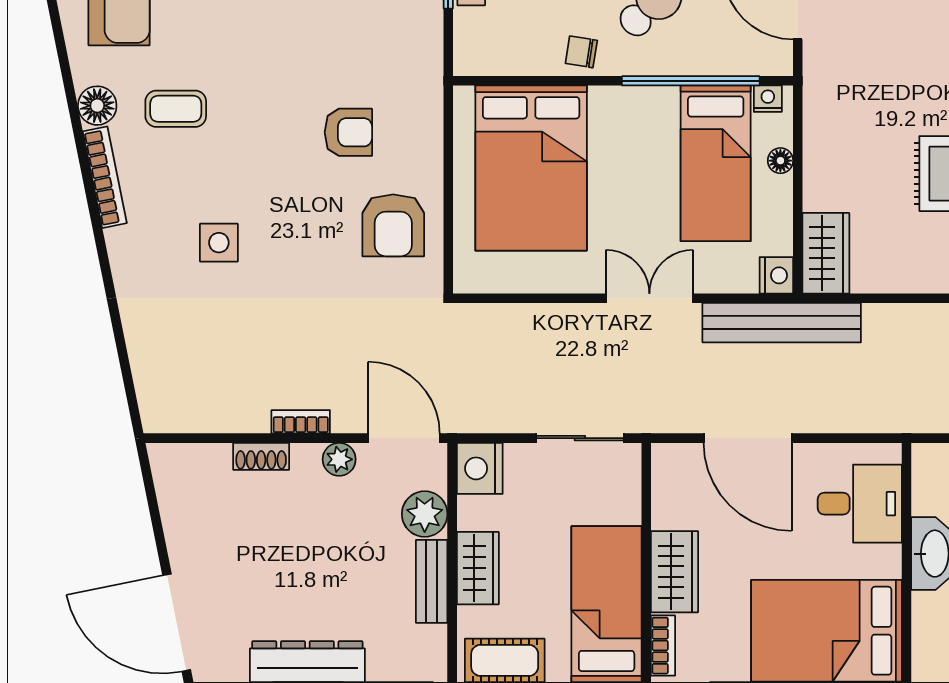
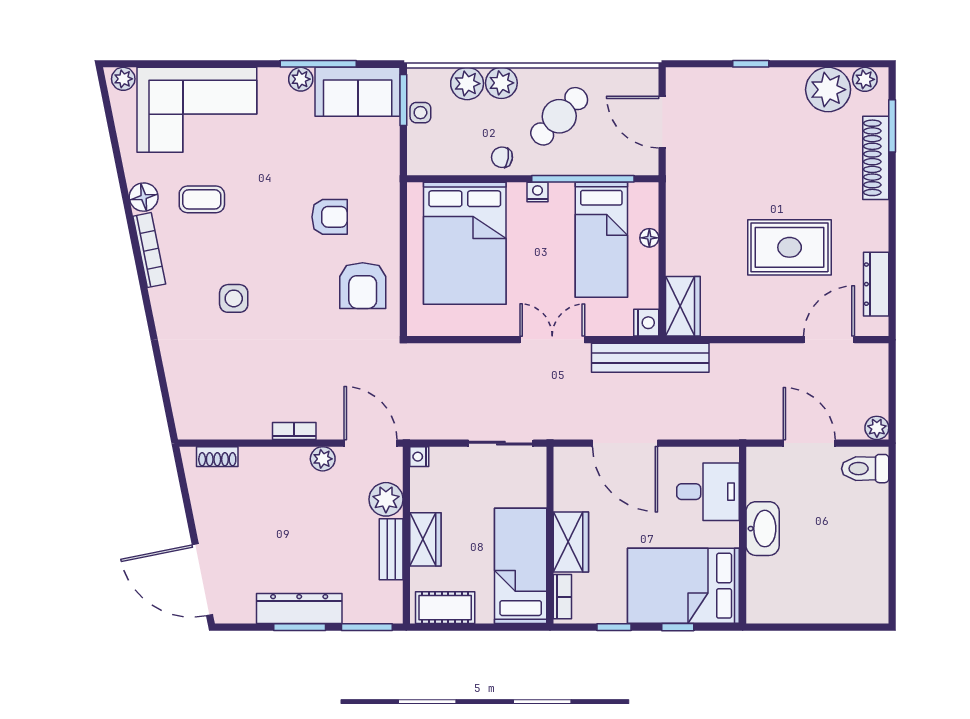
nightstand: (768, 99) -> (538, 192), moved
shoe rack: (261, 456) -> (217, 457), moved
nightstand: (480, 468) -> (419, 457), width x0.53, depth x0.56

